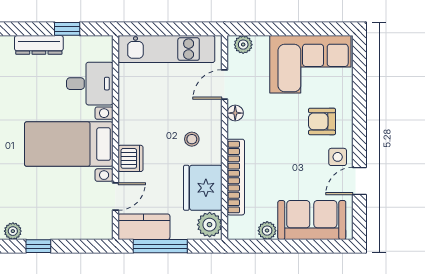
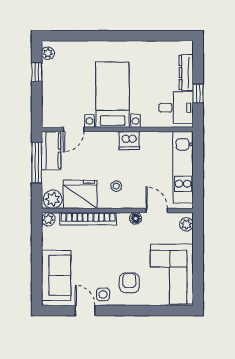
desk: (90, 84) -> (176, 108), moved, turned -90
dishwasher: (131, 158) -> (129, 141), moved
door: (115, 196) -> (74, 129), hinge flipped
plant: (267, 231) -> (48, 219), moved

